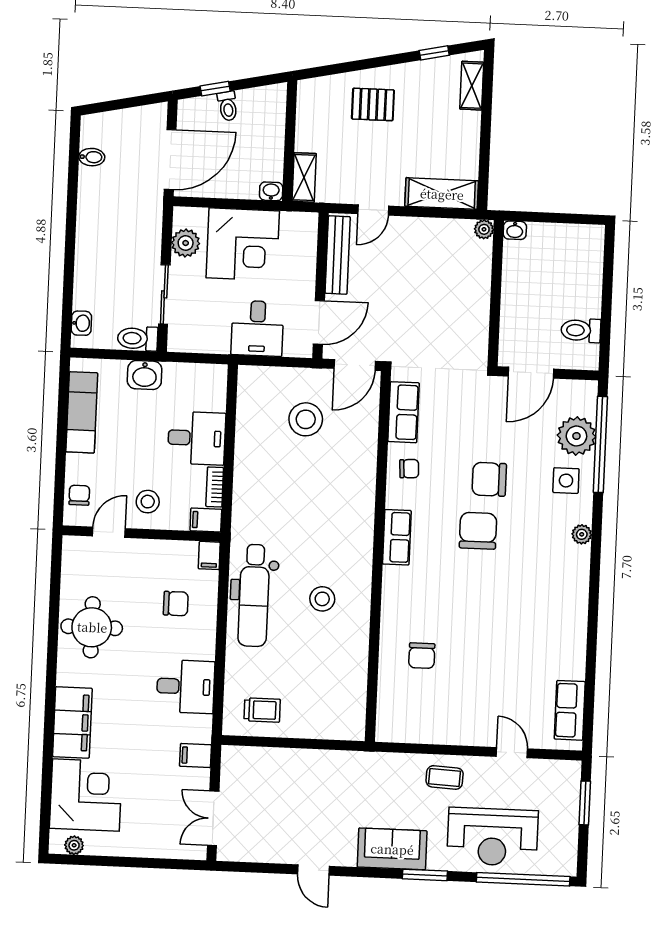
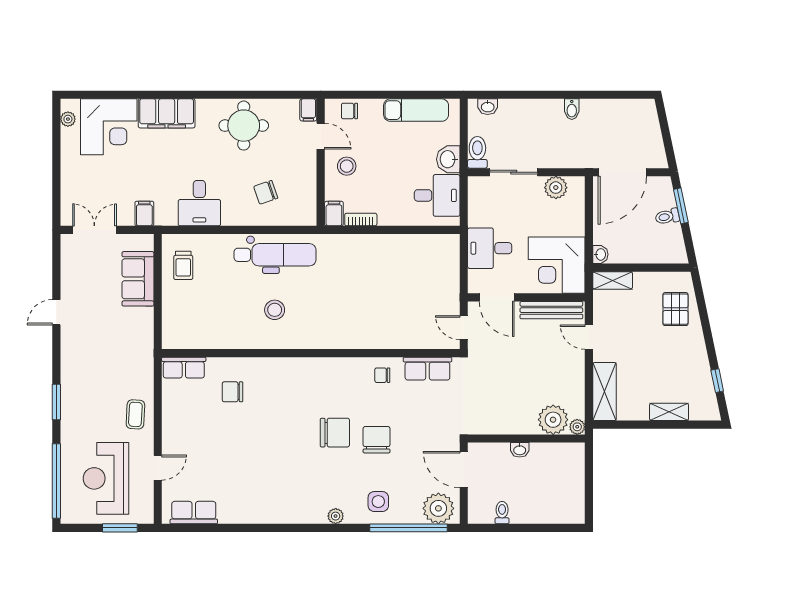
shelving: (472, 86) -> (669, 412), moved
window: (215, 89) -> (681, 206), width x1.50
pallet: (373, 104) -> (675, 309), moved
bidet: (92, 157) -> (572, 109), moved
door: (170, 160) -> (622, 172), hinge flipped
washbasin: (515, 230) -> (520, 450), moved, turned -90
corner desk: (243, 244) -> (557, 265), moved
plant: (474, 259) -> (553, 420), added
toilet: (581, 330) -> (502, 513), width x0.73, depth x0.72
door: (355, 365) -> (464, 328), width x0.73
stool: (306, 419) -> (418, 290), removed
plant: (576, 436) -> (438, 508), moved
desk: (197, 438) -> (437, 195), moved, turned -90
chair: (409, 469) -> (382, 375), turned 93
chair: (79, 495) -> (349, 111), turned 180
row of seats: (397, 537) -> (184, 368), moved
filing cabinet: (209, 555) -> (308, 110), moved, turned -90
dental chair: (254, 595) -> (275, 255), turned 180
chair: (176, 604) -> (266, 192), turned 71
reception desk: (493, 837) -> (106, 478), moved
sofa: (392, 849) -> (138, 279), moved, turned 180

